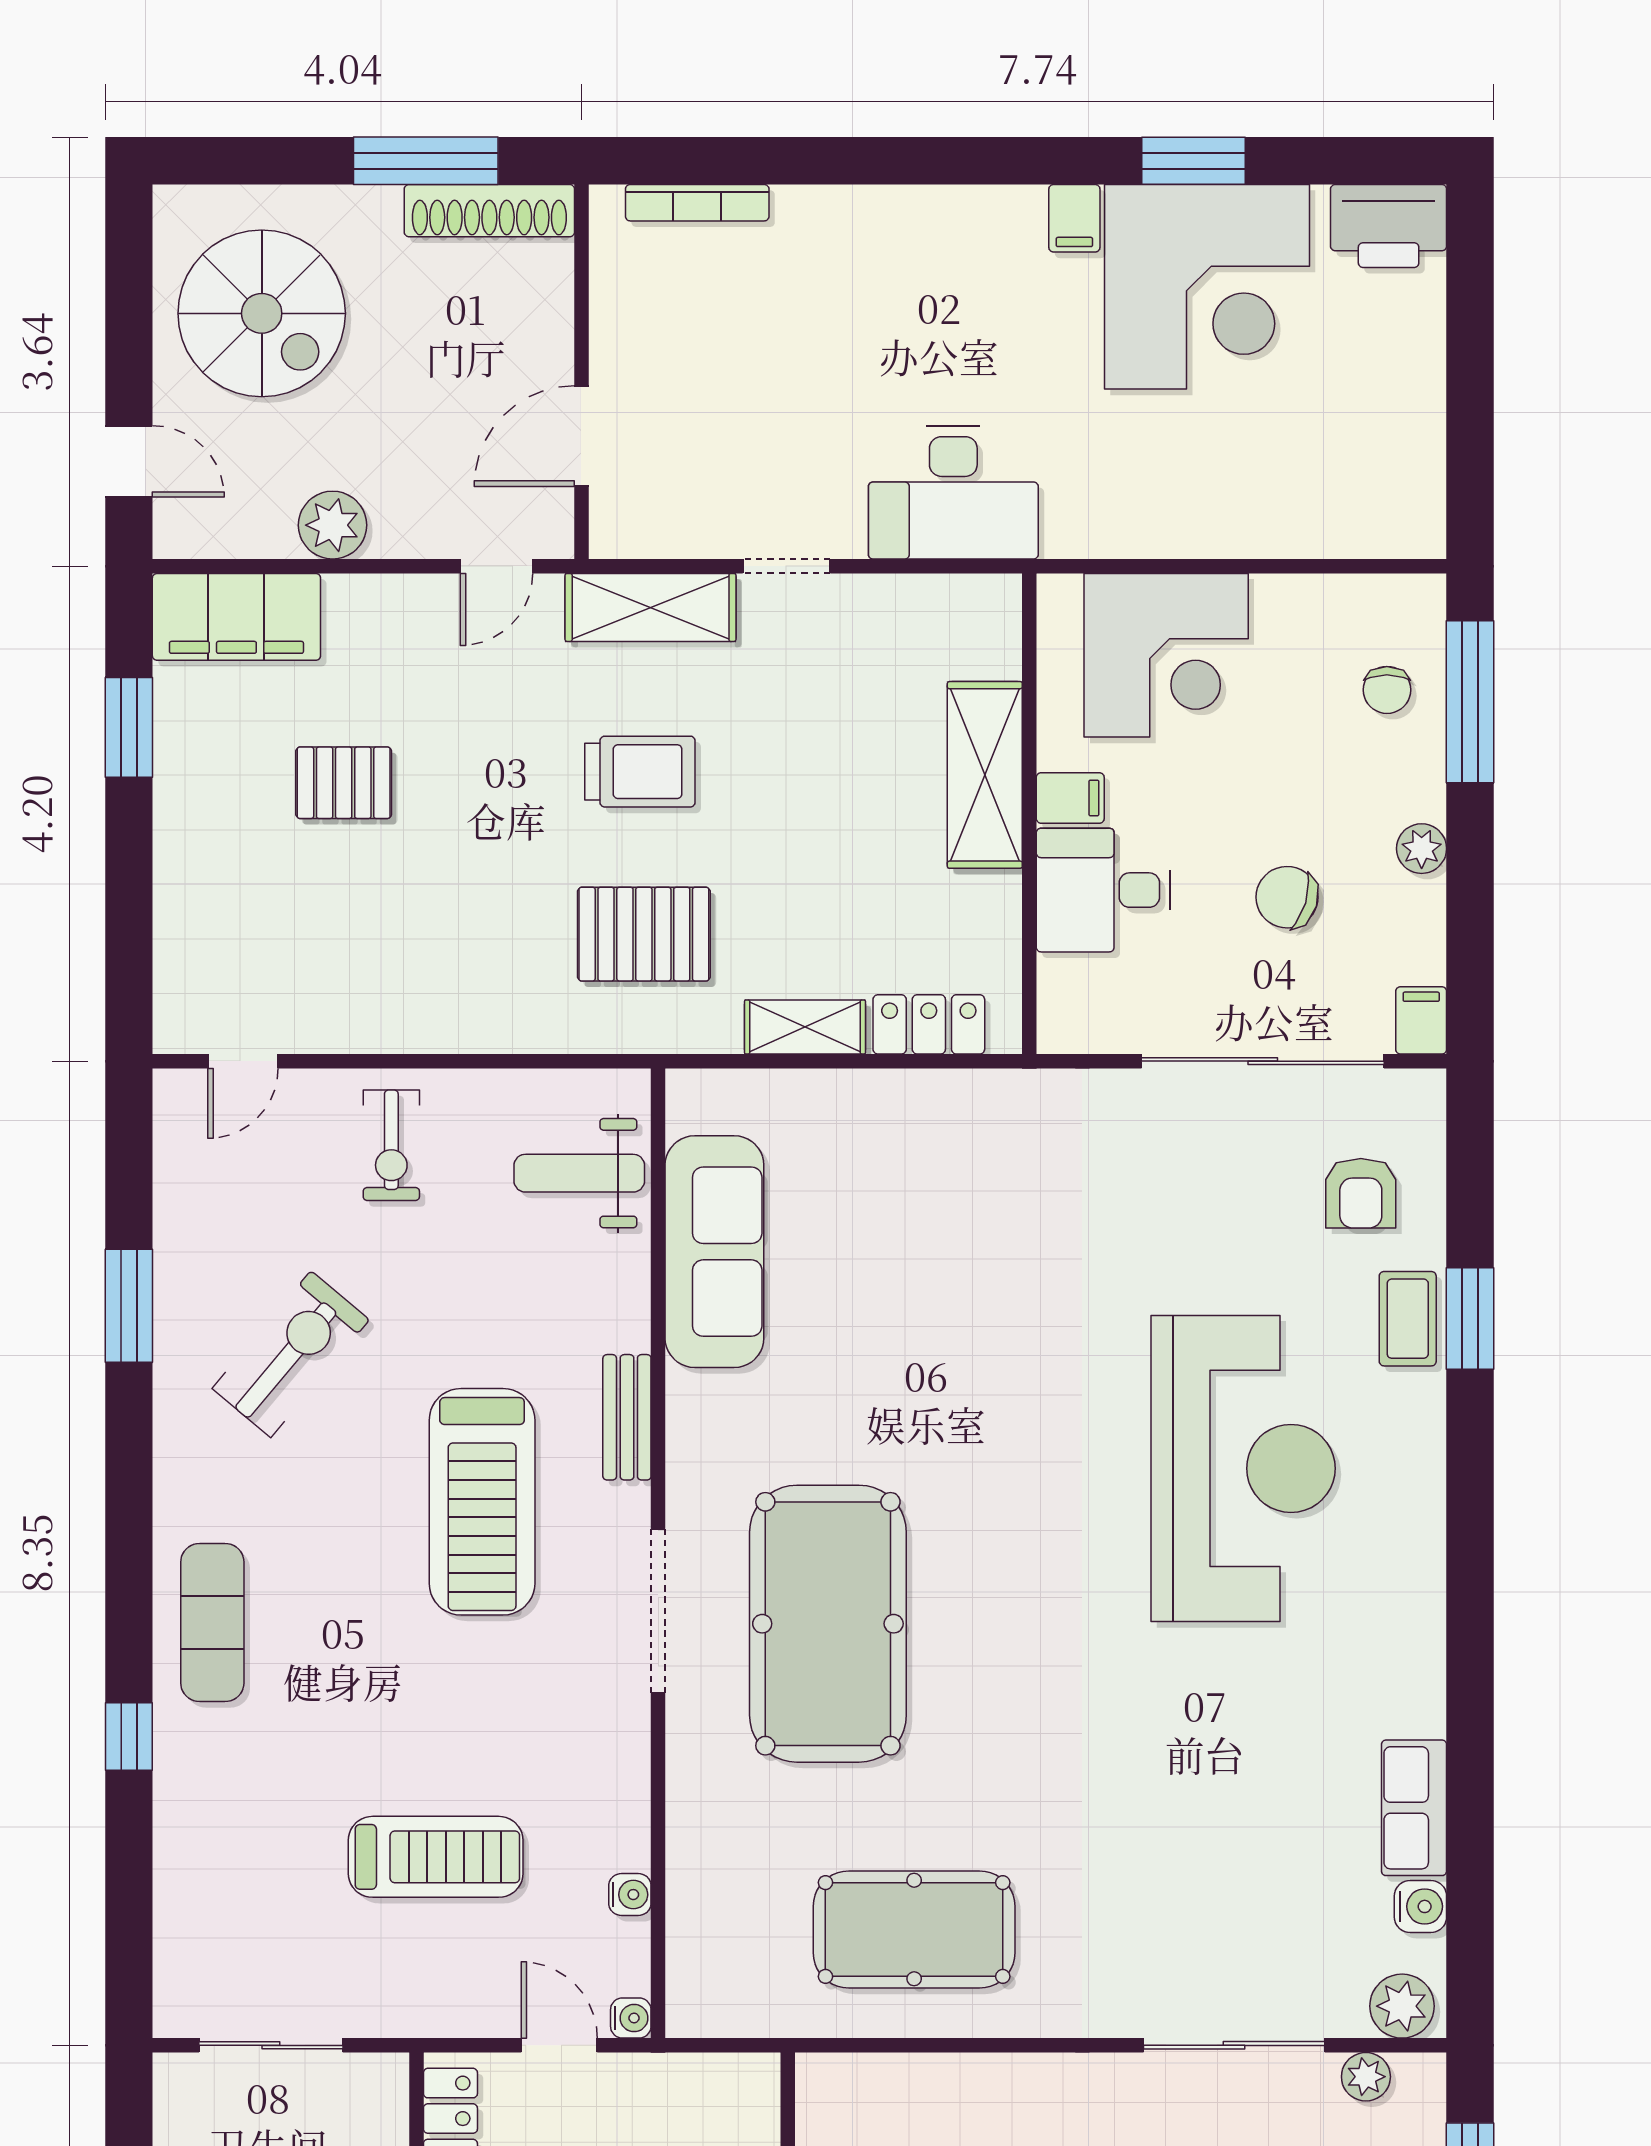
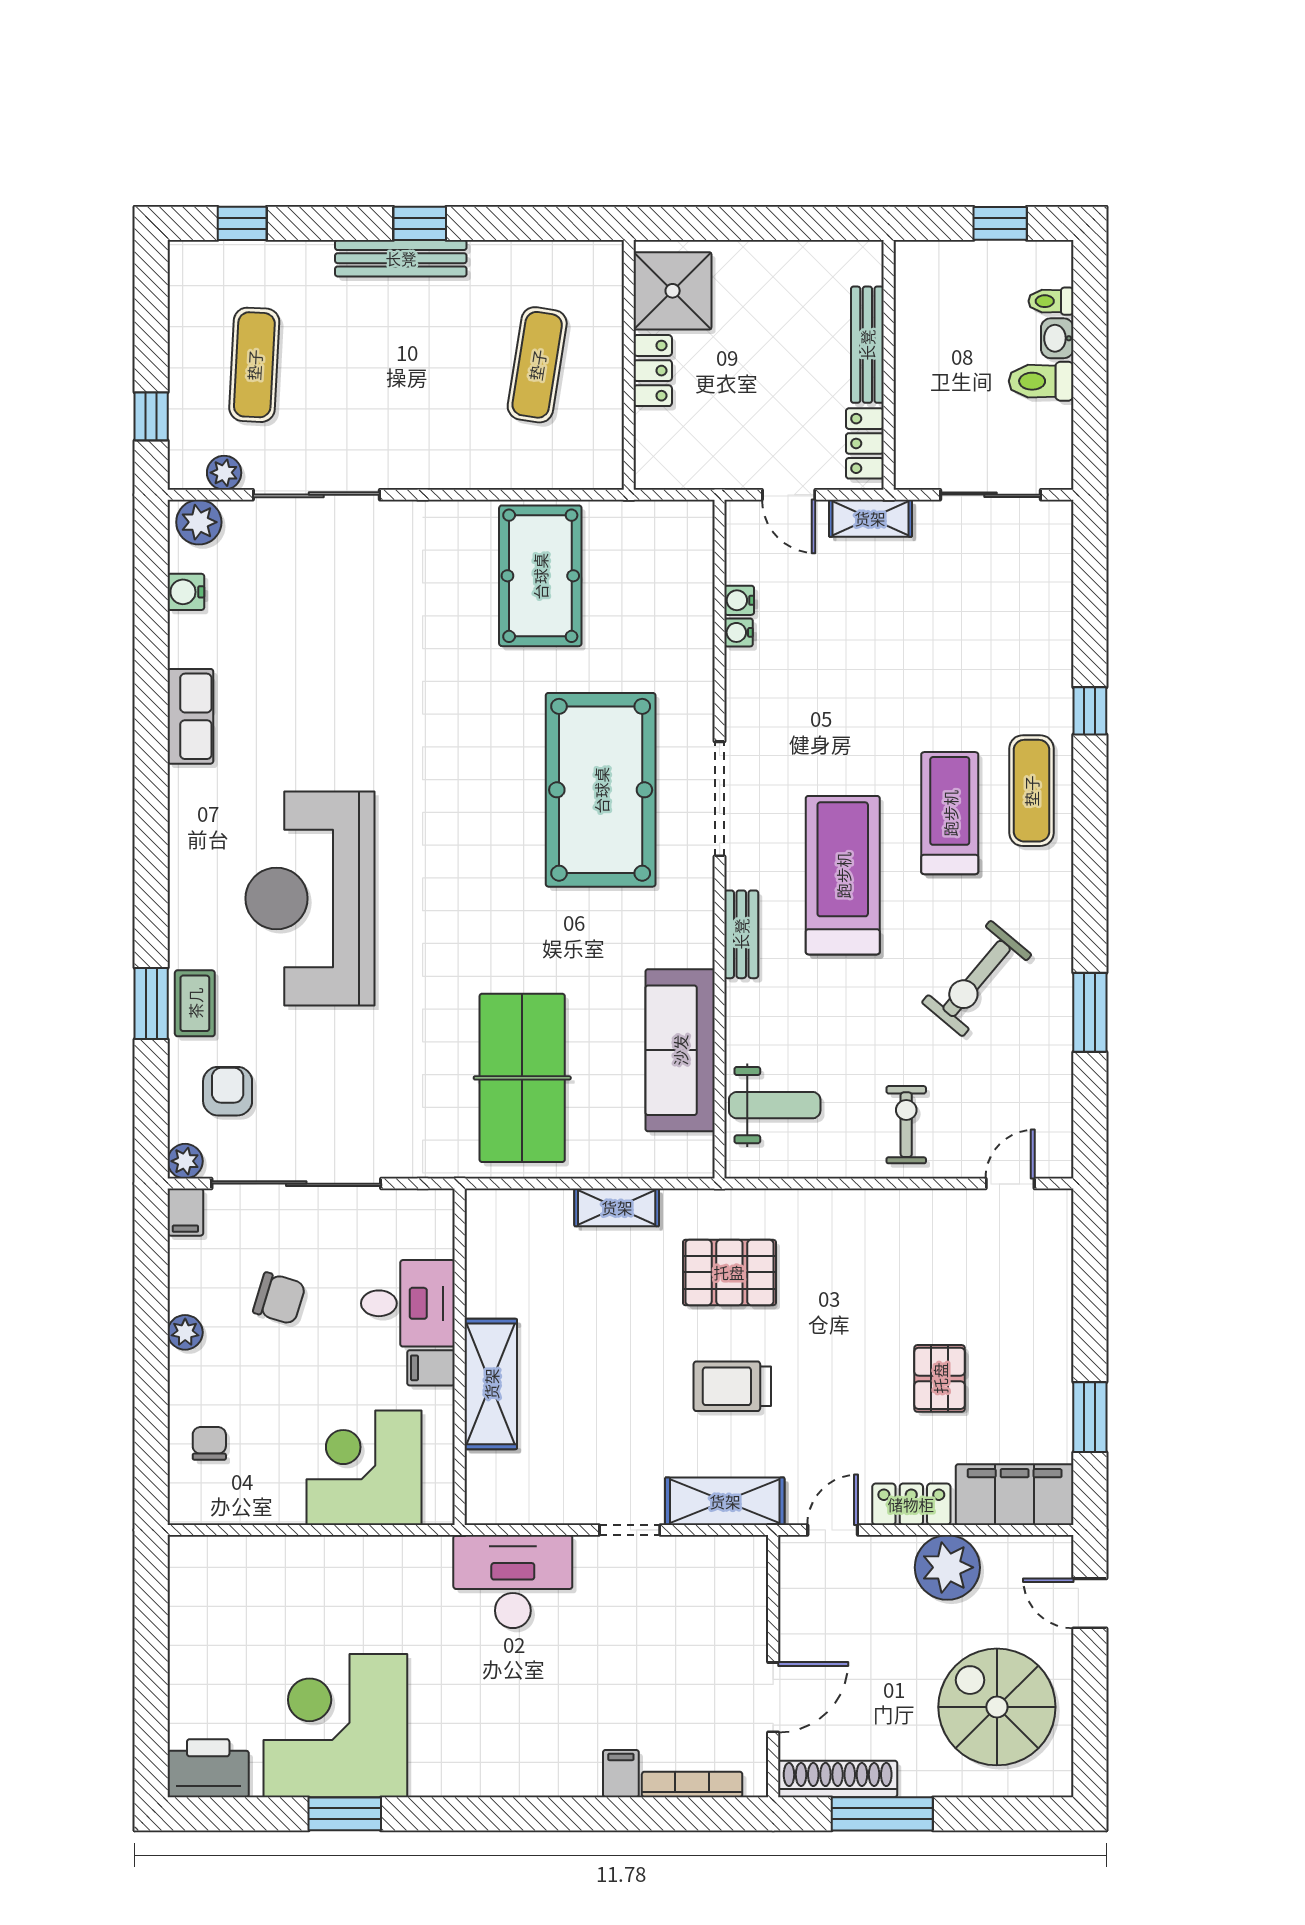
filing cabinet: (1074, 218) -> (621, 1774), moved
door: (581, 436) -> (773, 1697), moved
plant: (333, 525) -> (947, 1567), width x1.36, depth x1.36
window: (1470, 702) -> (151, 1435), removed
pallet: (344, 783) -> (940, 1378), turned 90
locker: (929, 1024) -> (911, 1504), moved, turned 180
plant: (1422, 1093) -> (185, 1161), added
table tennis table: (940, 1212) -> (522, 1078), added
row of seats: (1414, 1808) -> (190, 716), moved
treadmill: (436, 1857) -> (950, 813), moved, turned 90
pool table: (914, 1929) -> (540, 576), turned 90
shelving: (442, 2012) -> (870, 518), added
water cooler: (631, 2018) -> (739, 632), moved

